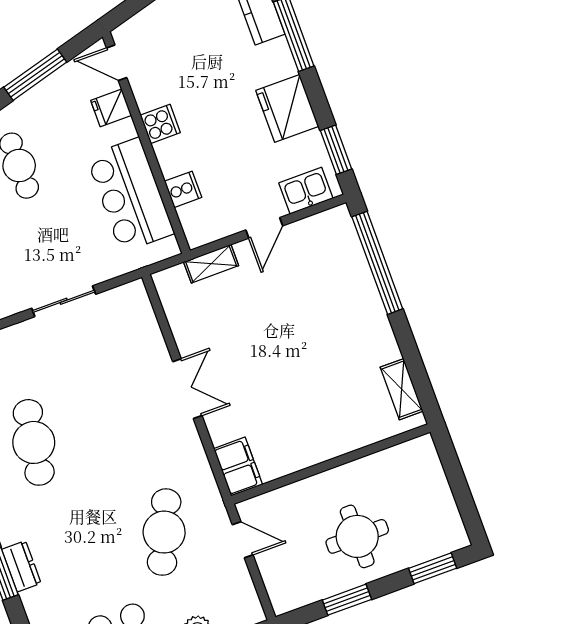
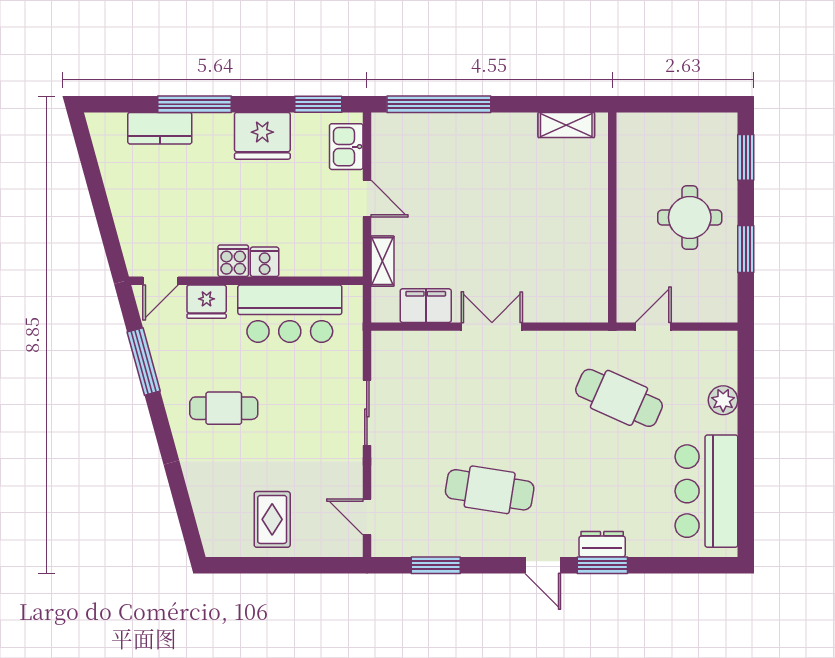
fridge: (111, 108) -> (207, 302), width x1.38
cooker: (183, 189) -> (265, 262), moved
filing cabinet: (238, 467) -> (426, 306), moved

